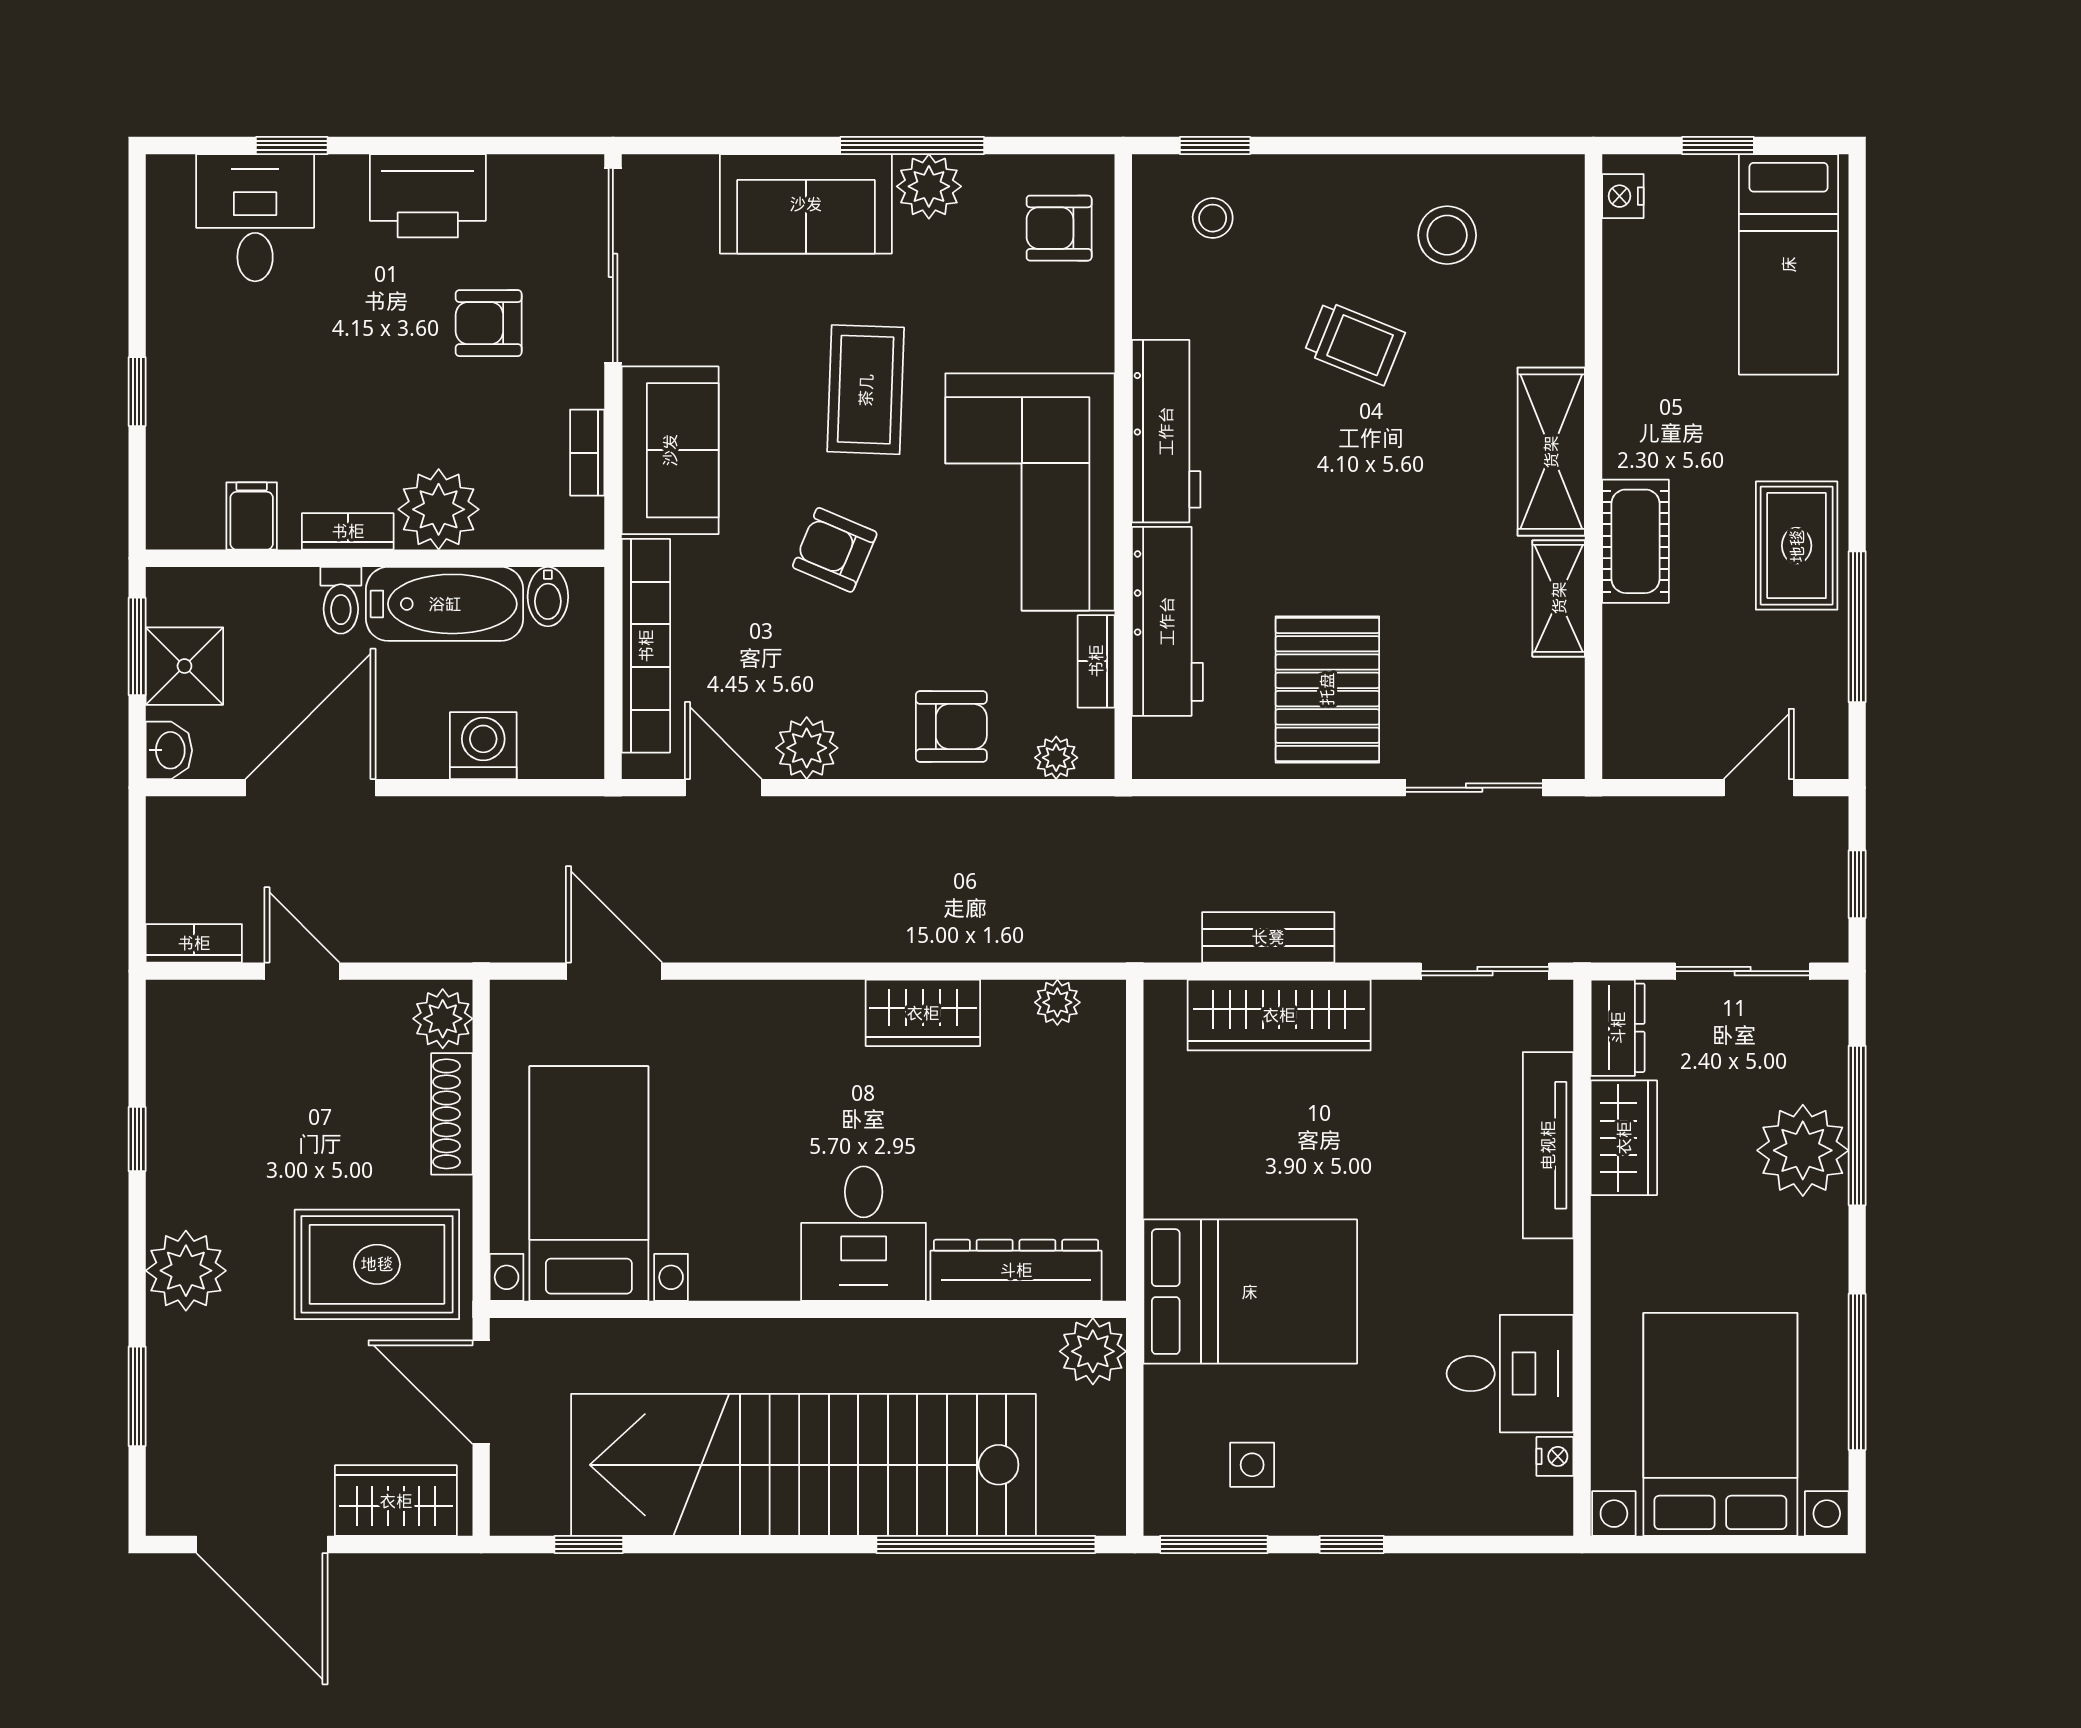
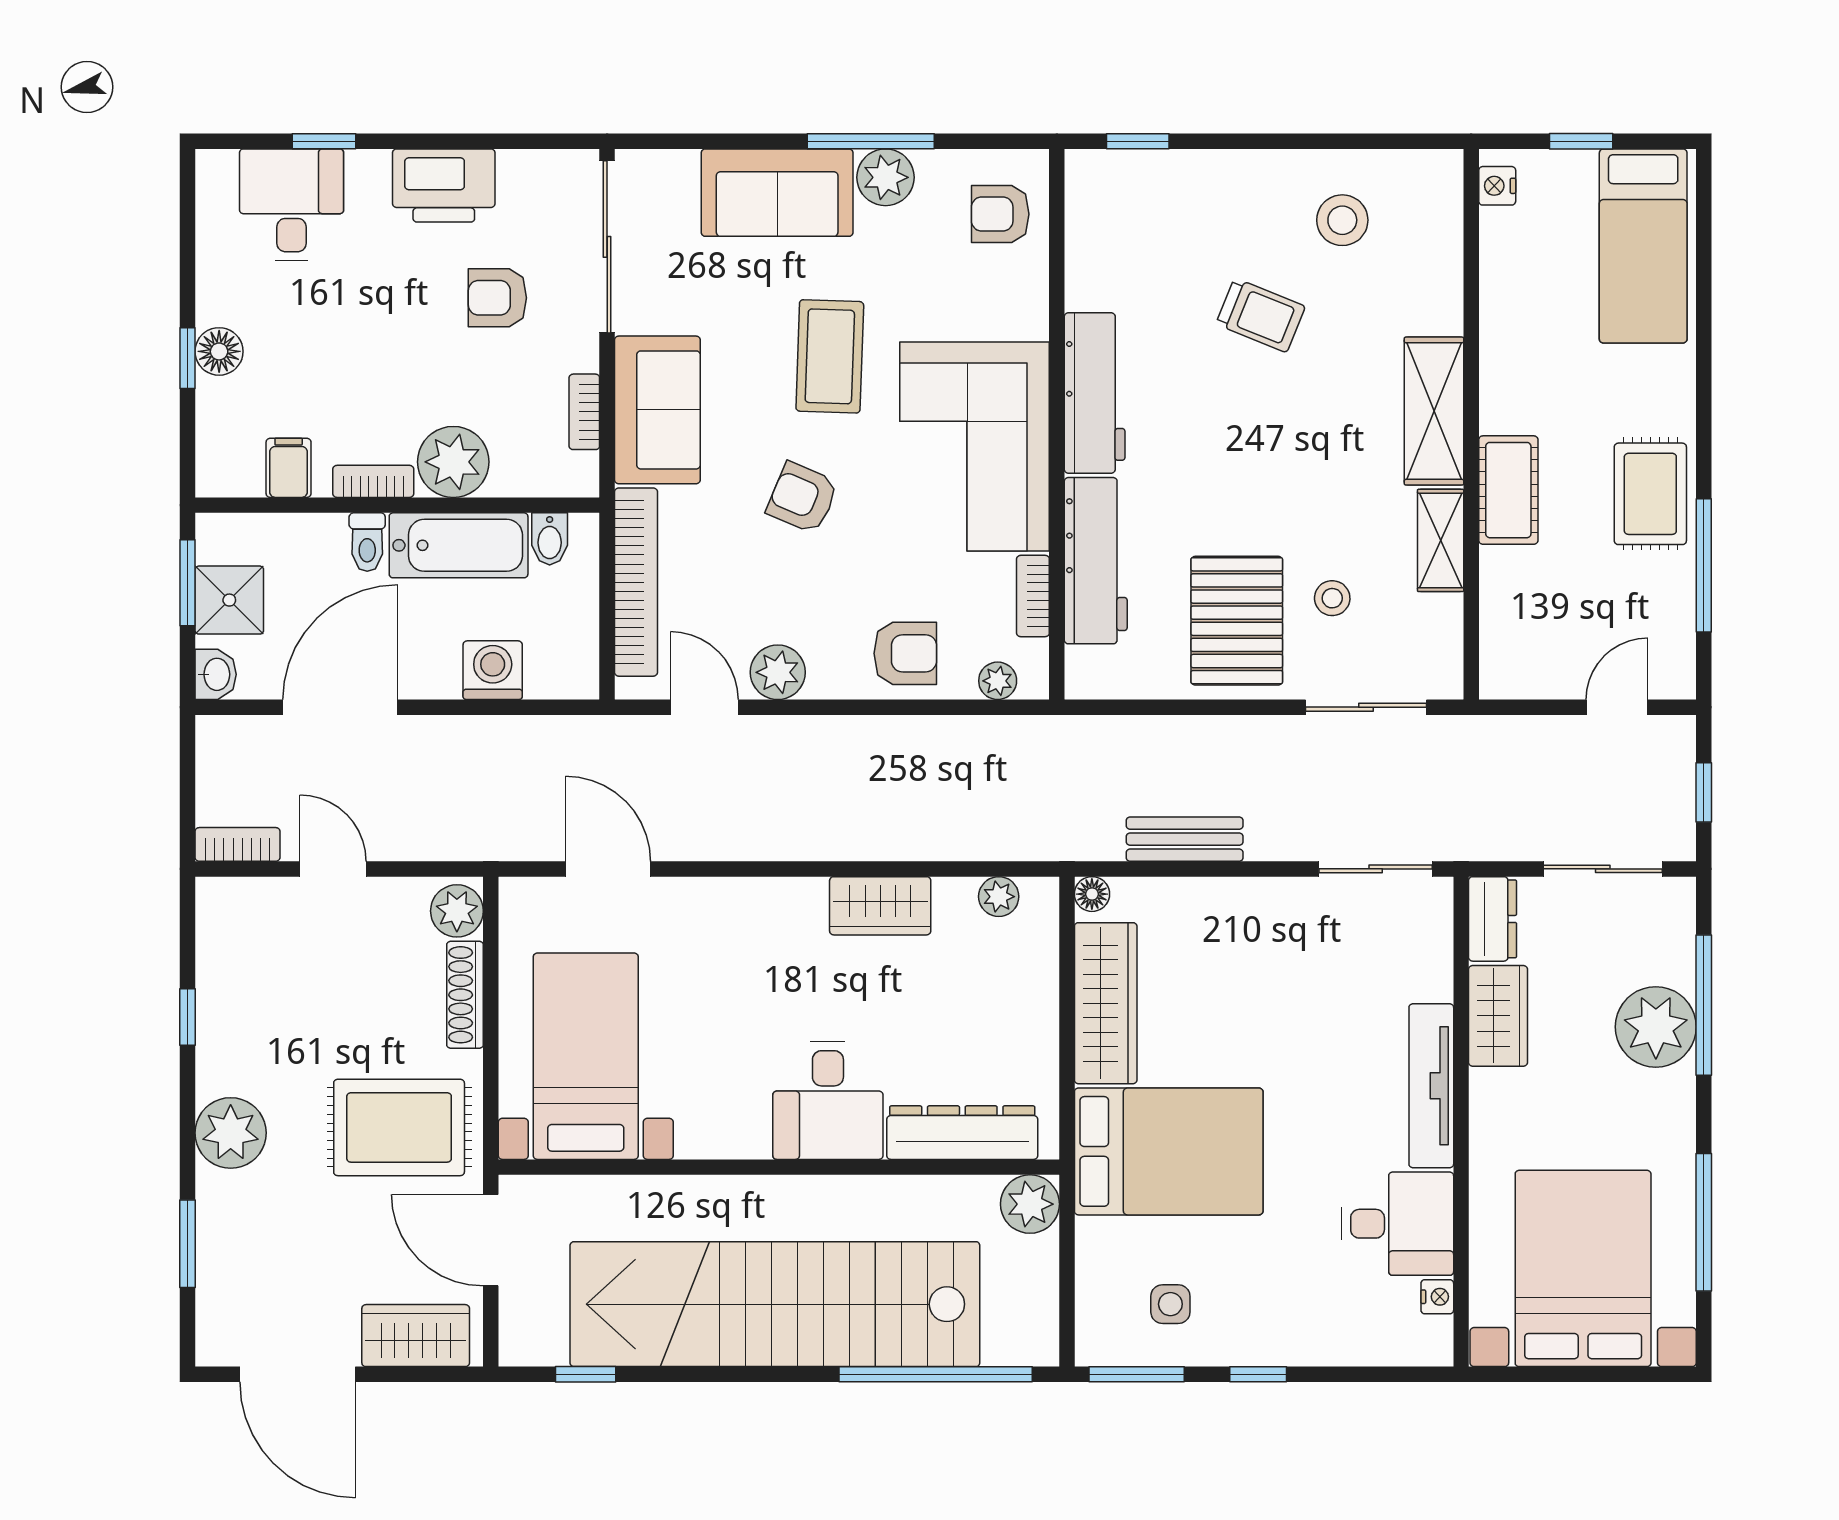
stool: (1213, 218) -> (1332, 598), moved
floor lamp: (173, 384) -> (219, 351), added
floor lamp: (1163, 1000) -> (1092, 894), added
wardrobe: (1279, 1015) -> (1106, 1003), moved, turned -90
tv unit: (1548, 1145) -> (1431, 1086), moved

